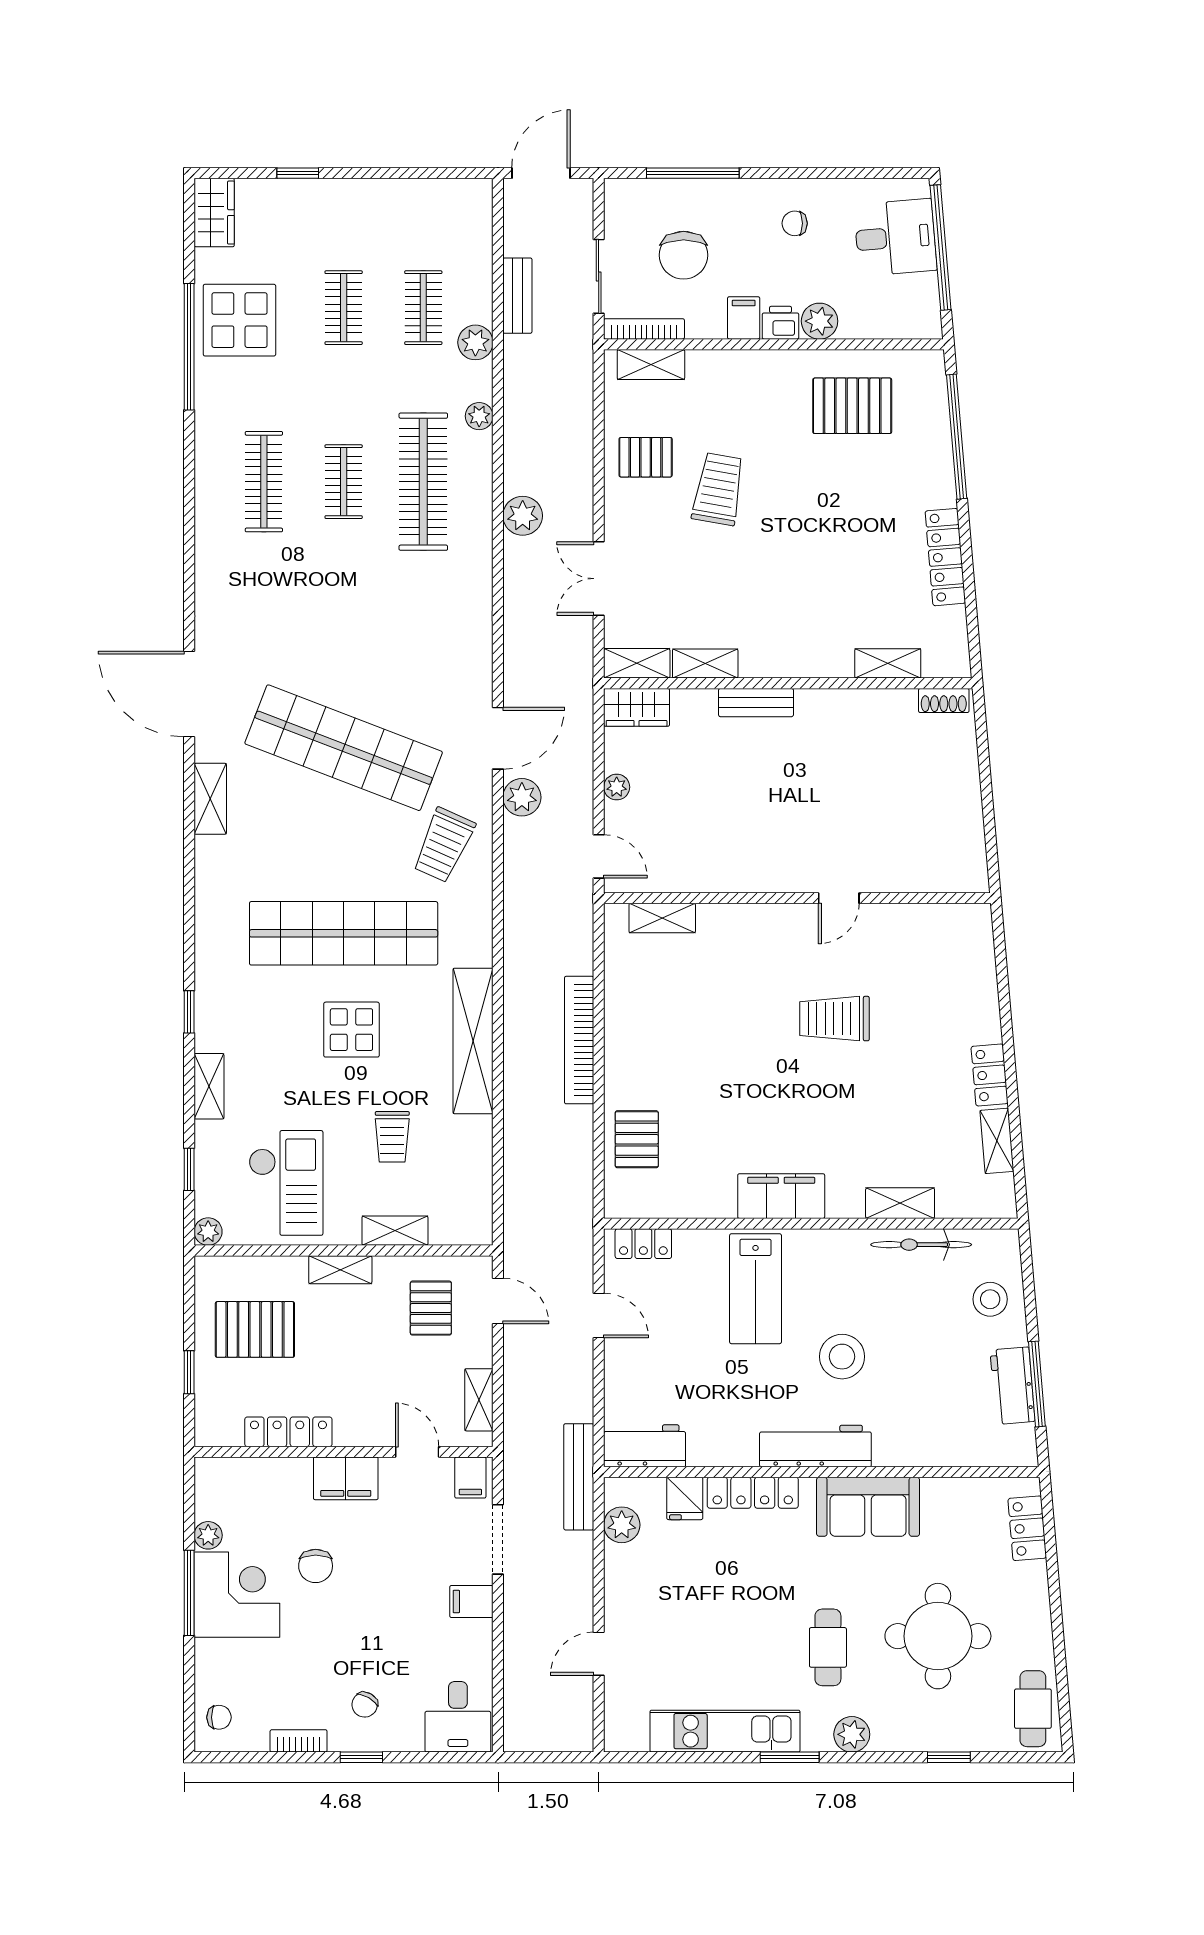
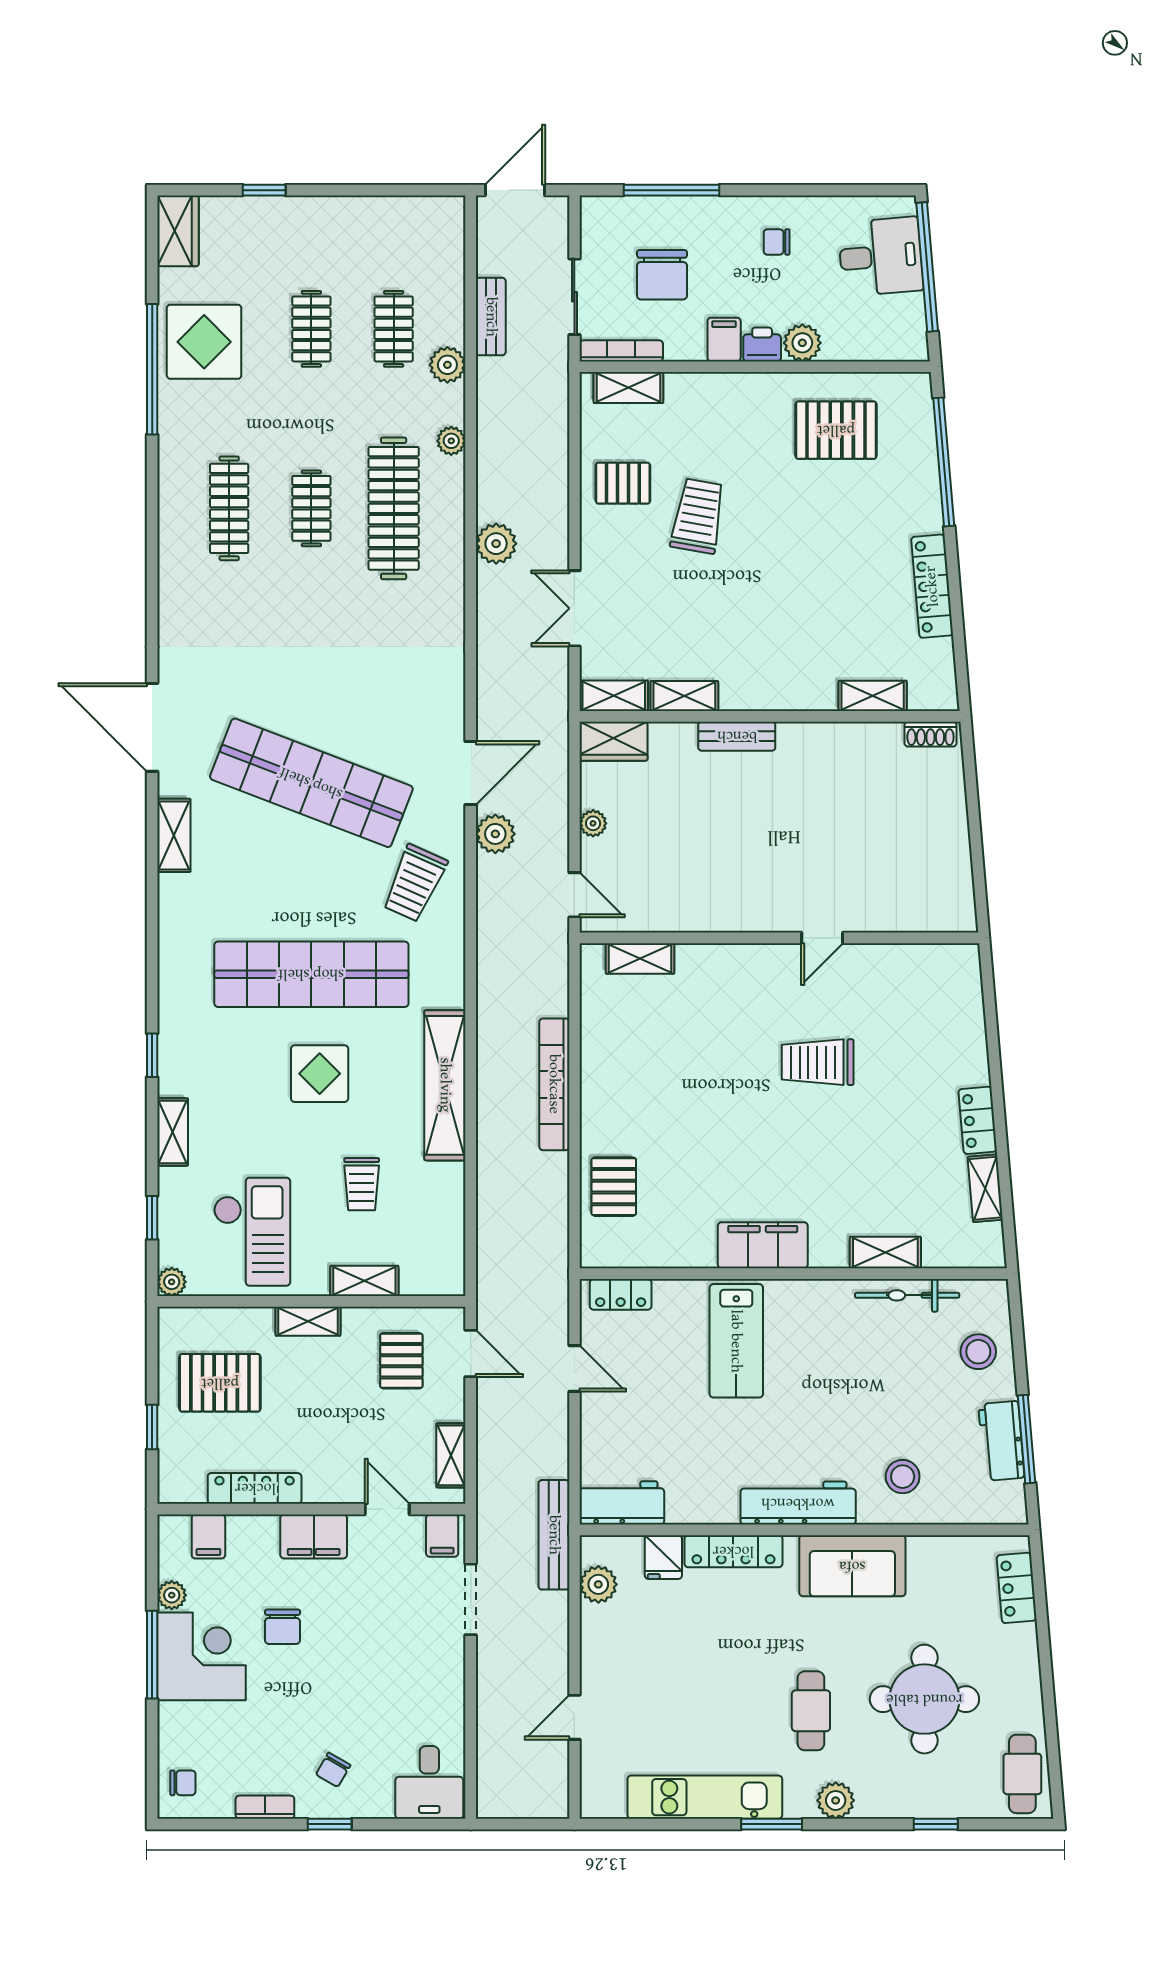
stool: (842, 1357) -> (903, 1477), moved, width x0.73, depth x0.73
filing cabinet: (471, 1601) -> (208, 1536), moved, turned -90

